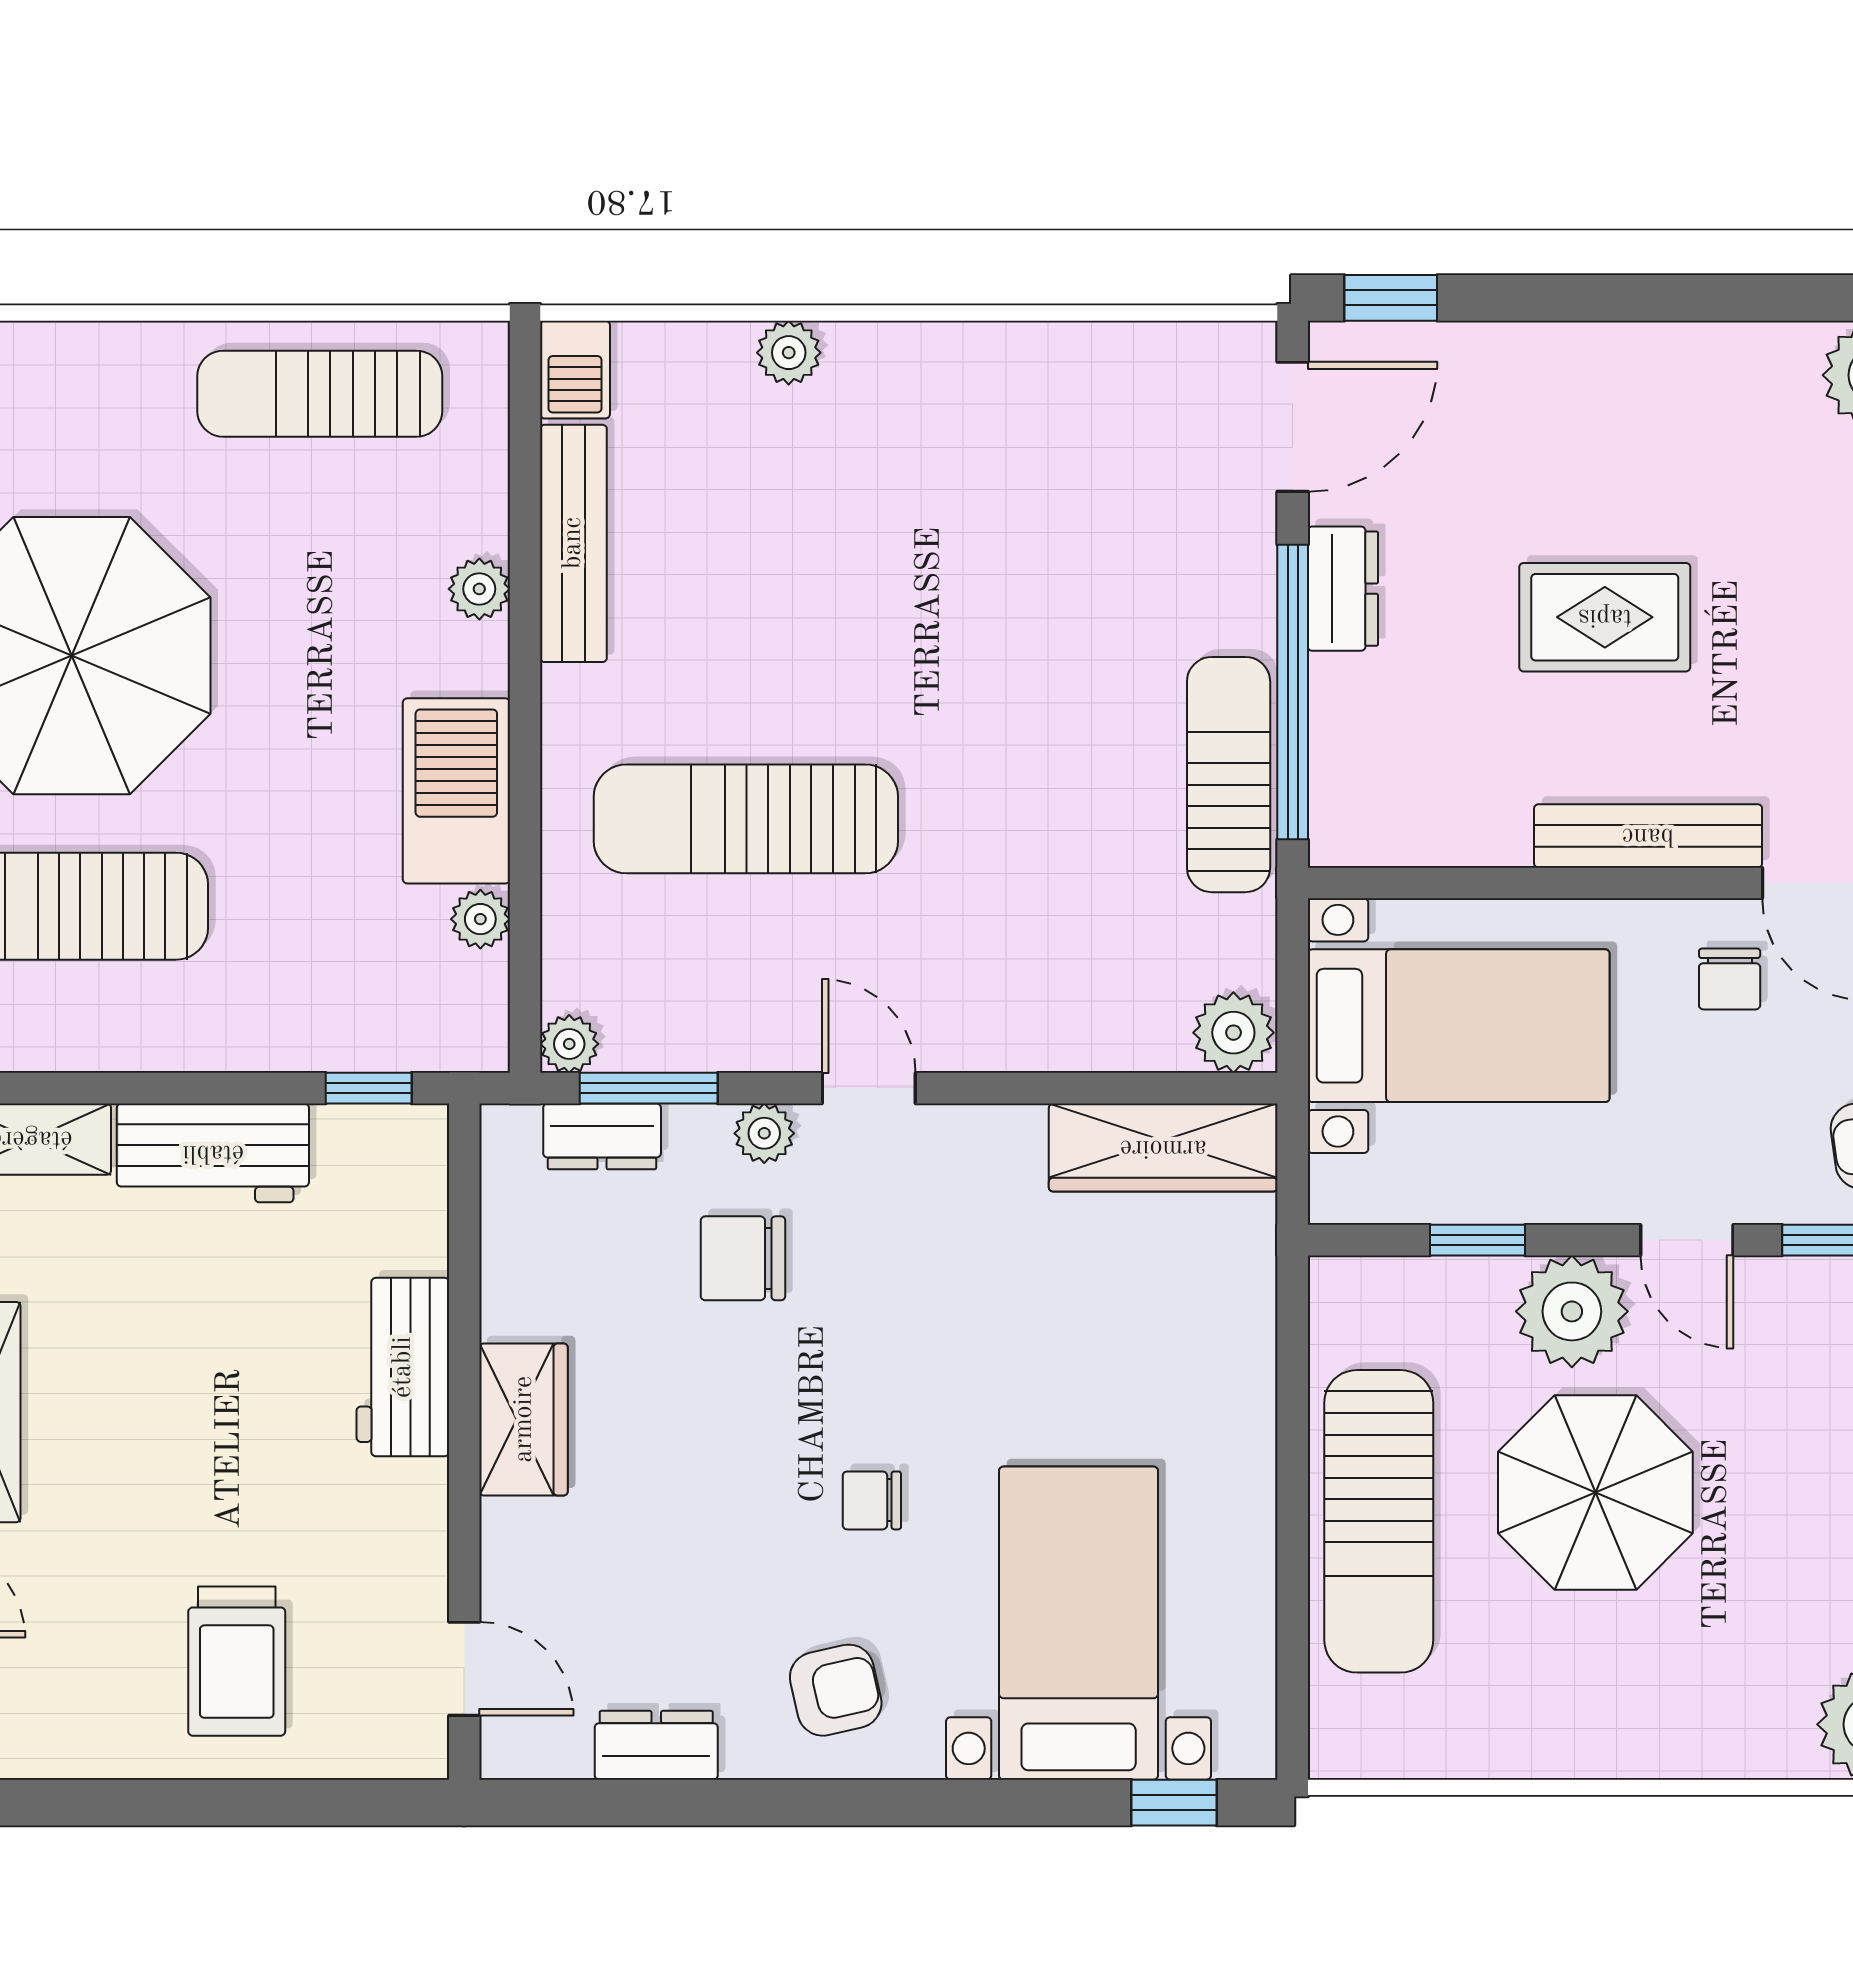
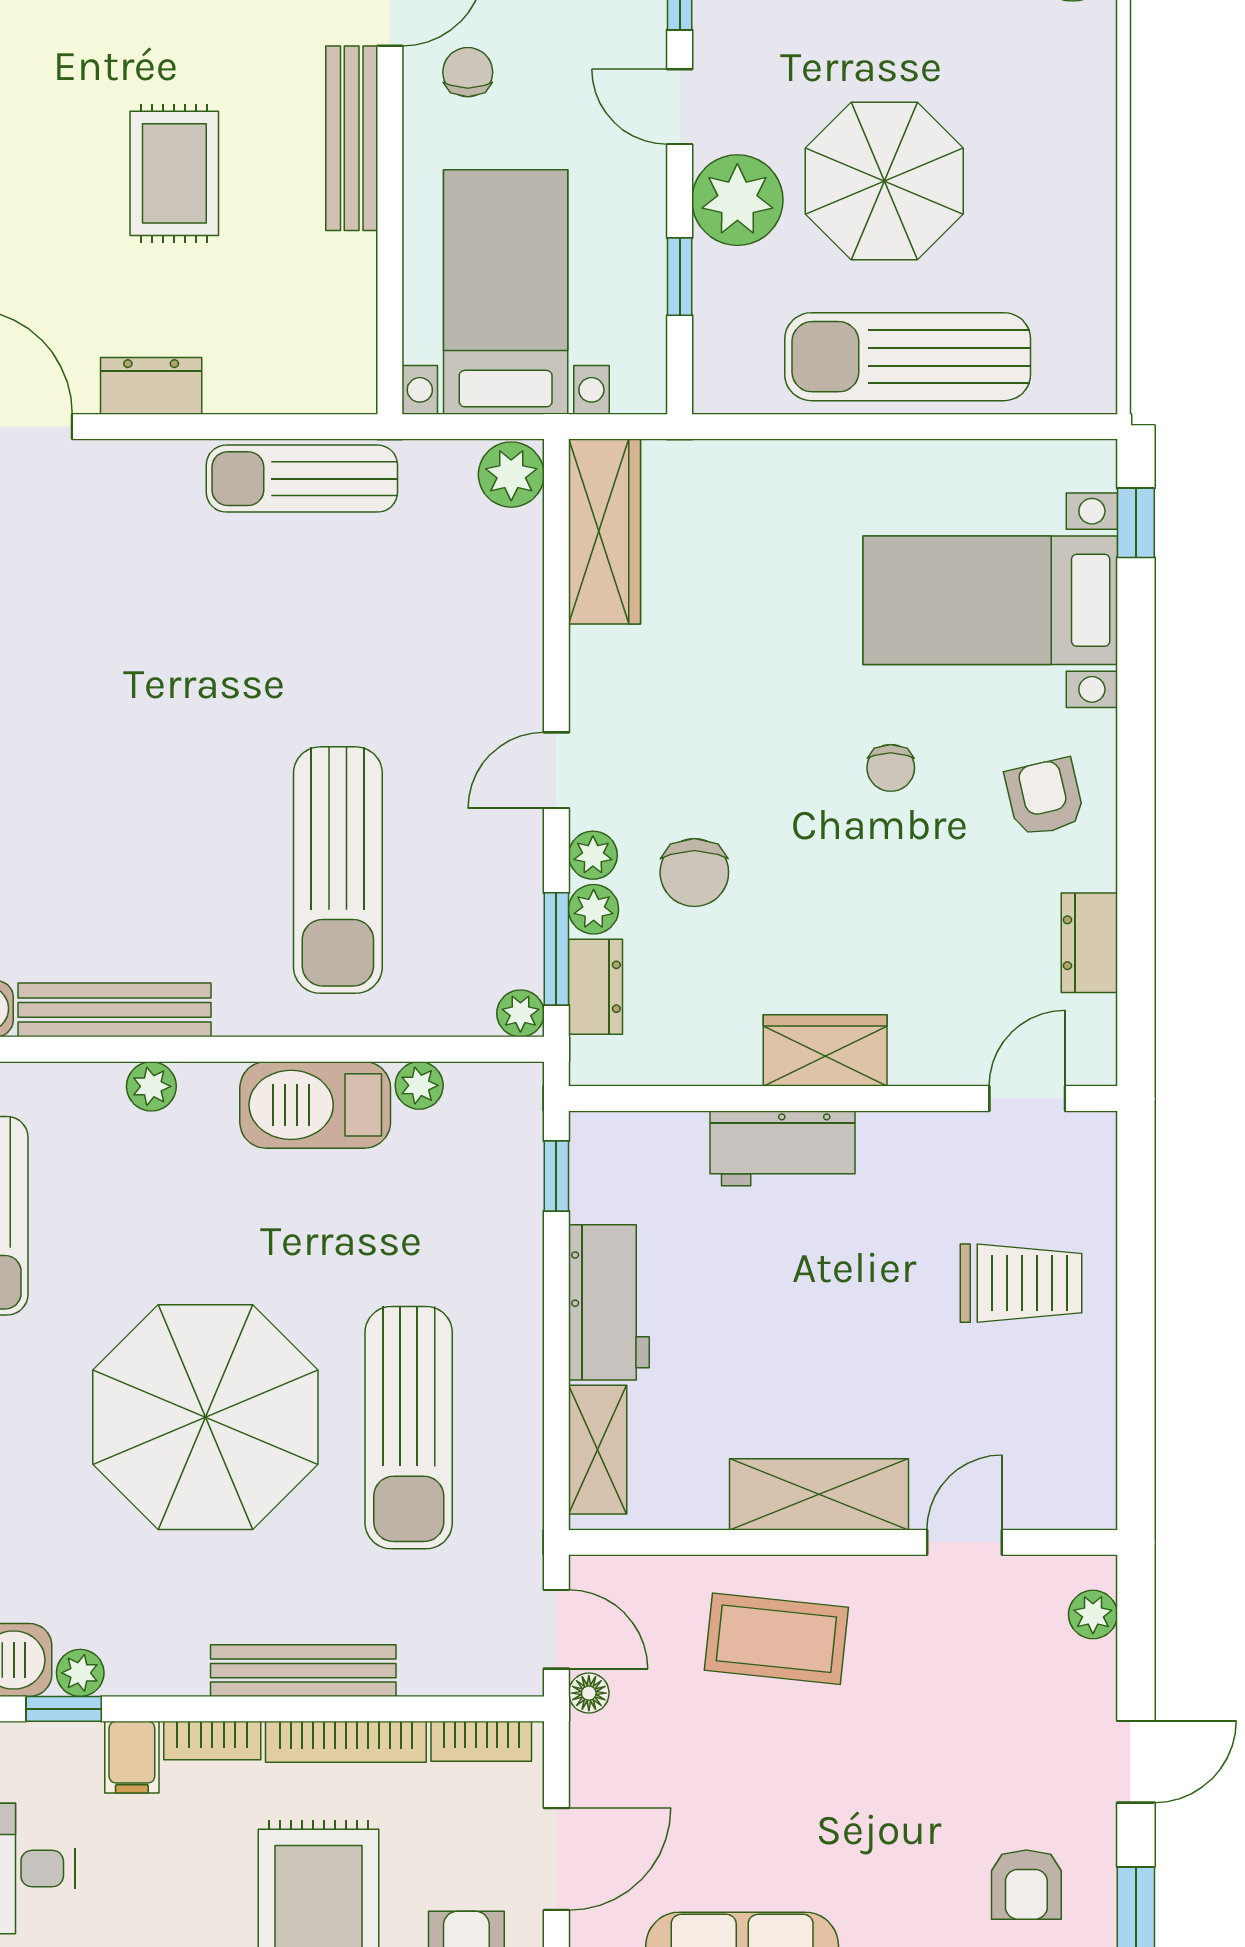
window: (1293, 692) -> (235, 427), removed
chair: (1730, 979) -> (468, 72), turned -90
plant: (698, 1134) -> (594, 909), added
door: (1687, 1240) -> (680, 107), swing flipped
sun lounger: (1379, 1521) -> (908, 357), turned 180

